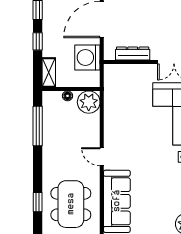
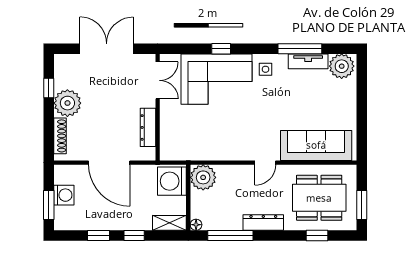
washing machine: (87, 57) -> (172, 181), moved, turned 90
floor lamp: (67, 96) -> (196, 225), moved
dresser: (49, 155) -> (263, 223), added

